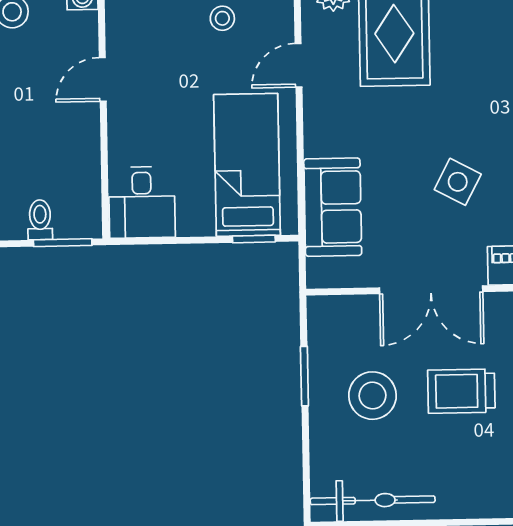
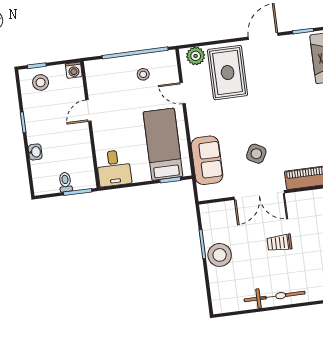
door: (298, 65) -> (183, 93), hinge flipped
side table: (458, 182) -> (256, 154), moved
trolley: (461, 391) -> (279, 243), width x0.73, depth x0.72
stool: (373, 396) -> (220, 255), moved
bicycle: (373, 500) -> (275, 296), moved

